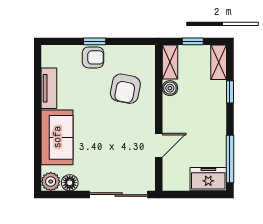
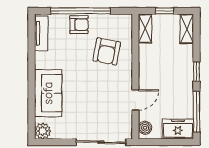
window: (95, 41) -> (80, 11), width x3.17
tv unit: (49, 88) -> (41, 33), moved
boiler: (170, 88) -> (145, 128), moved
window: (230, 92) -> (196, 72), moved
floor lamp: (70, 183) -> (59, 132), removed

